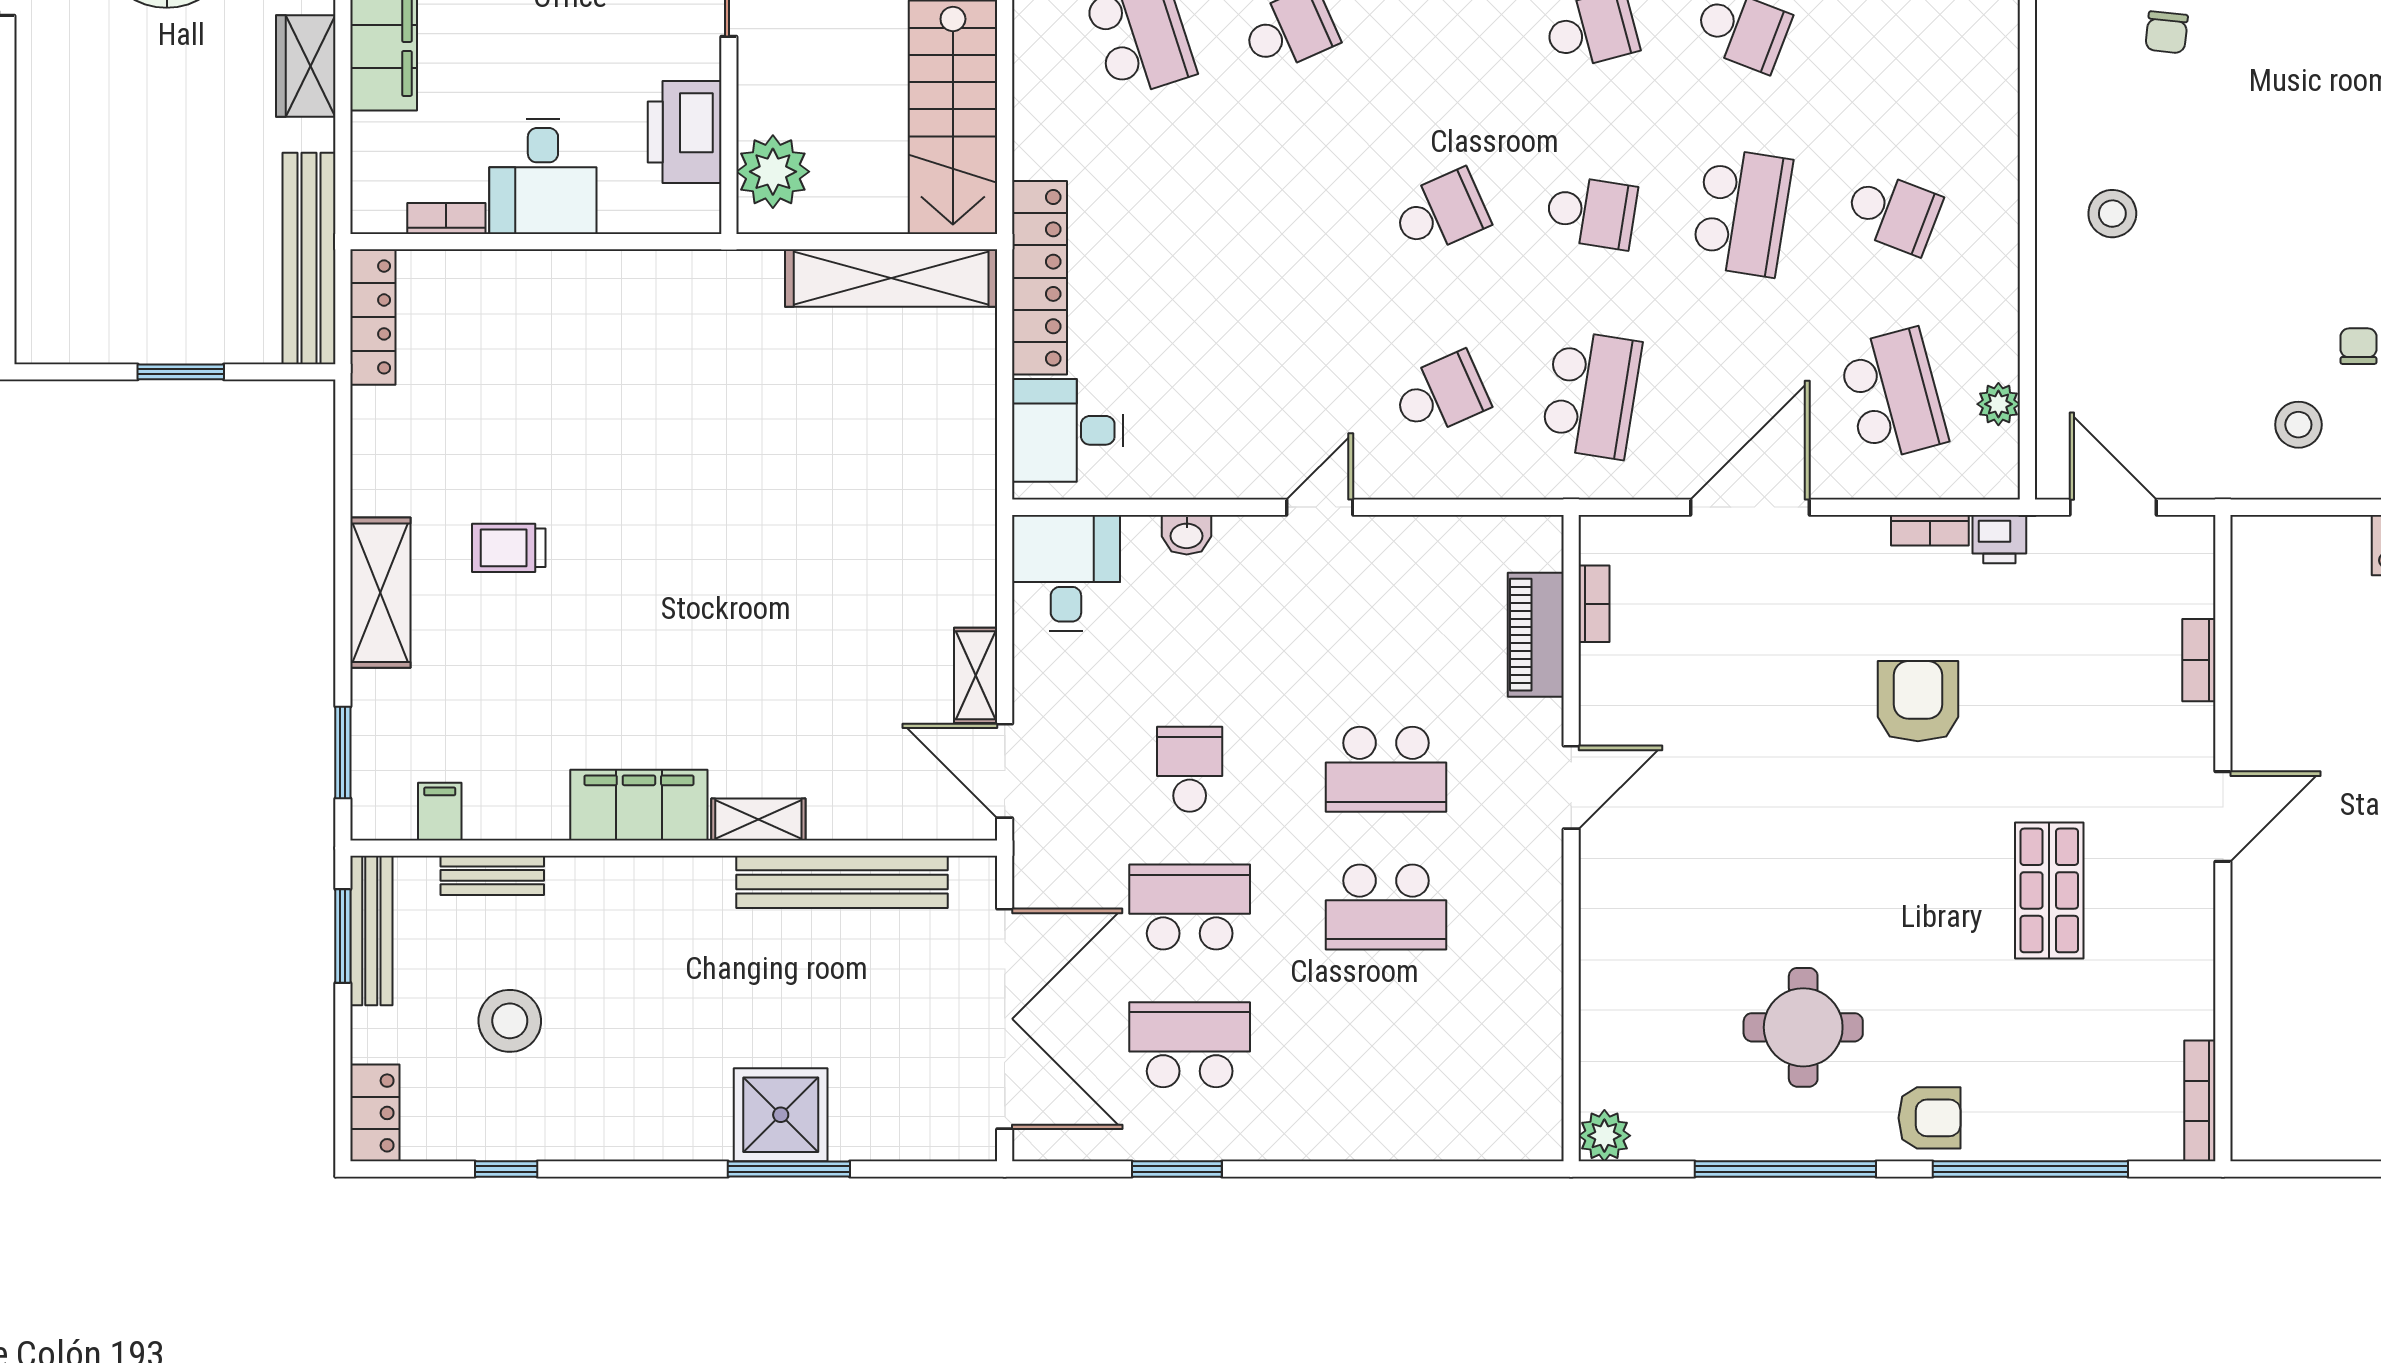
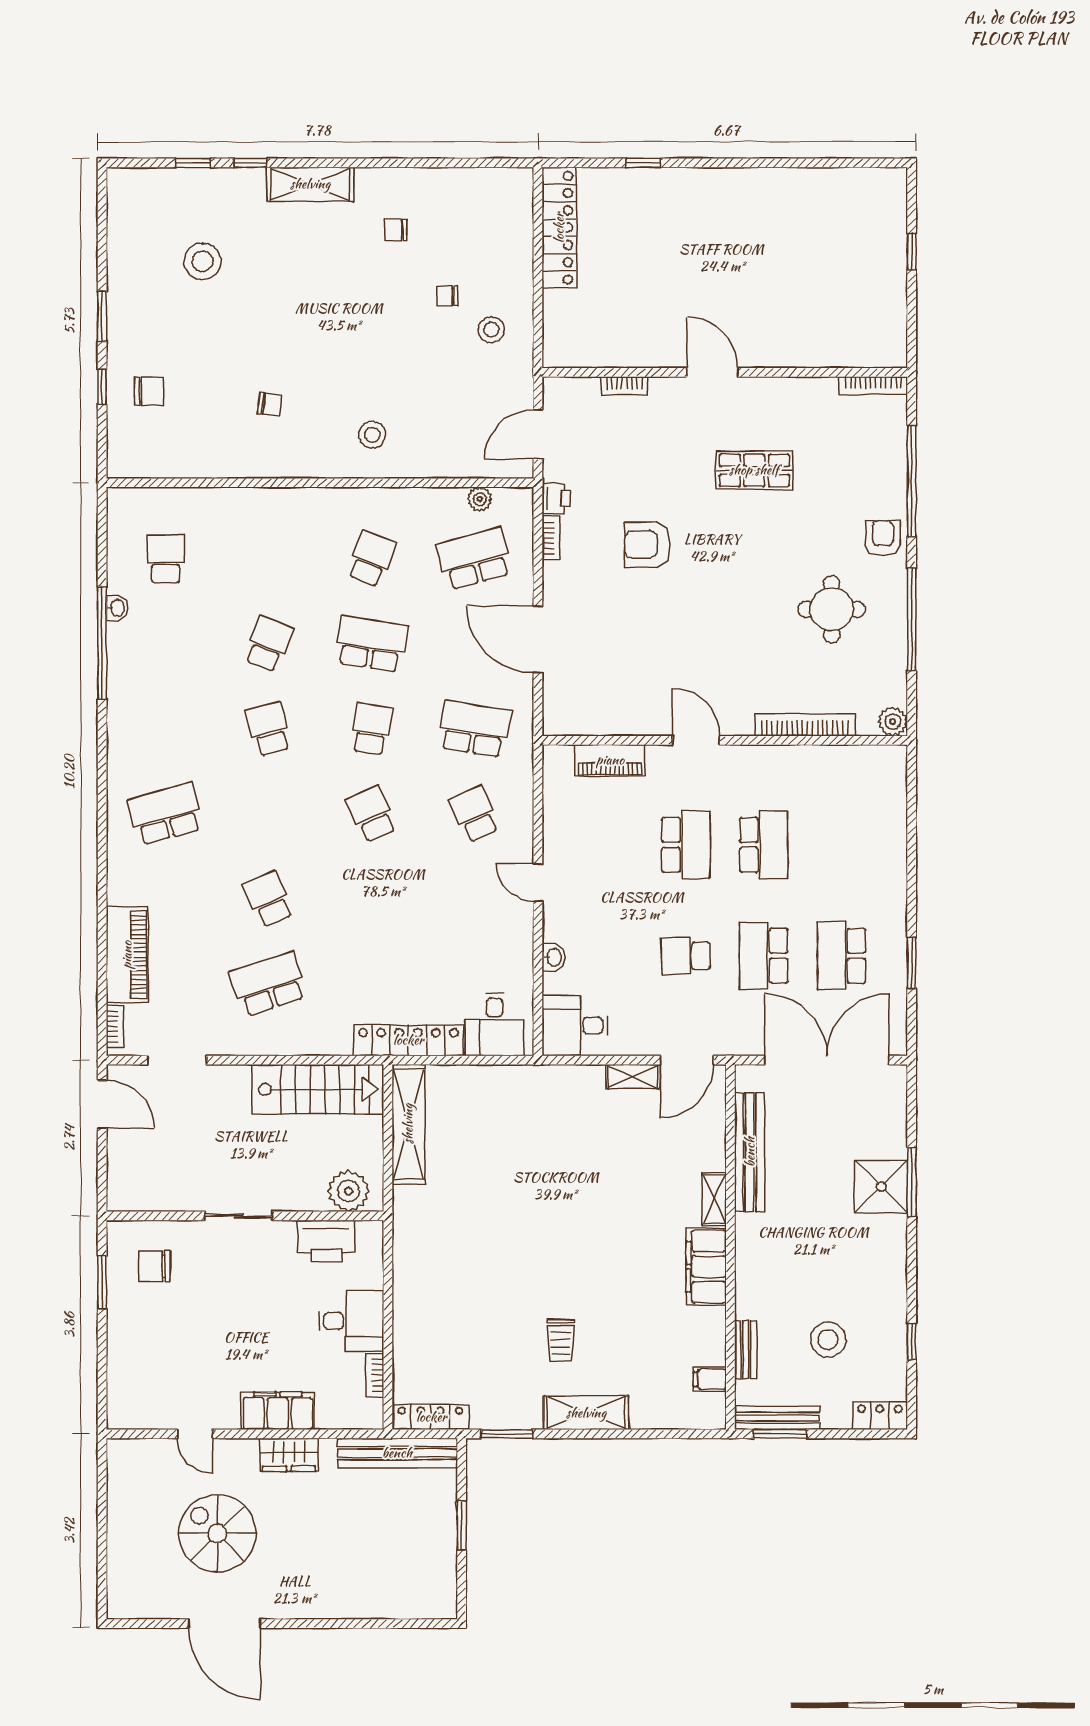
bookcase: (1594, 604) -> (805, 725), moved, width x2.31, depth x1.31
window: (343, 752) -> (507, 1434), moved

